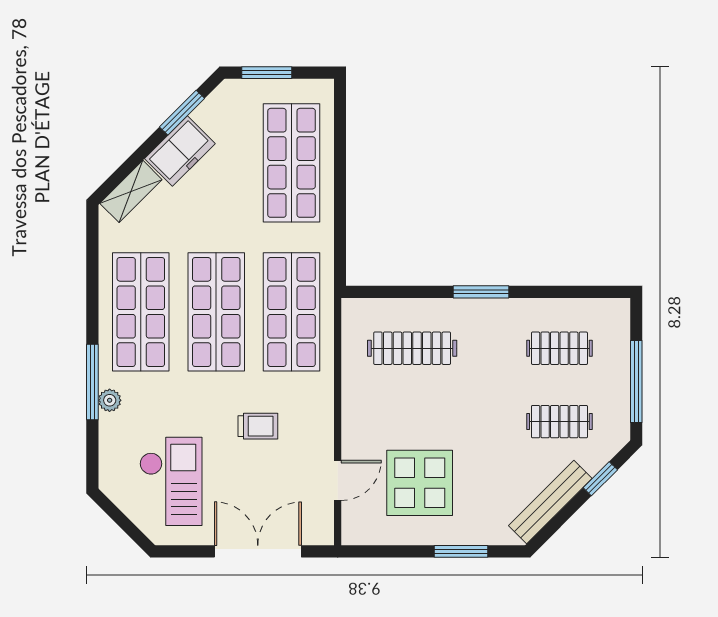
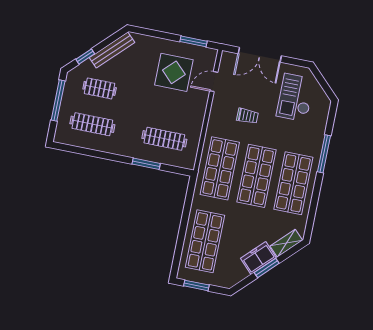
window: (267, 73) -> (196, 285), moved
window: (182, 113) -> (267, 268), moved
window: (481, 292) -> (146, 164), moved
clothes rail: (559, 348) -> (92, 124), width x1.36
plant: (110, 400) -> (317, 143), removed
trolley: (258, 426) -> (247, 116), turned 180
window: (461, 551) -> (193, 41), moved

